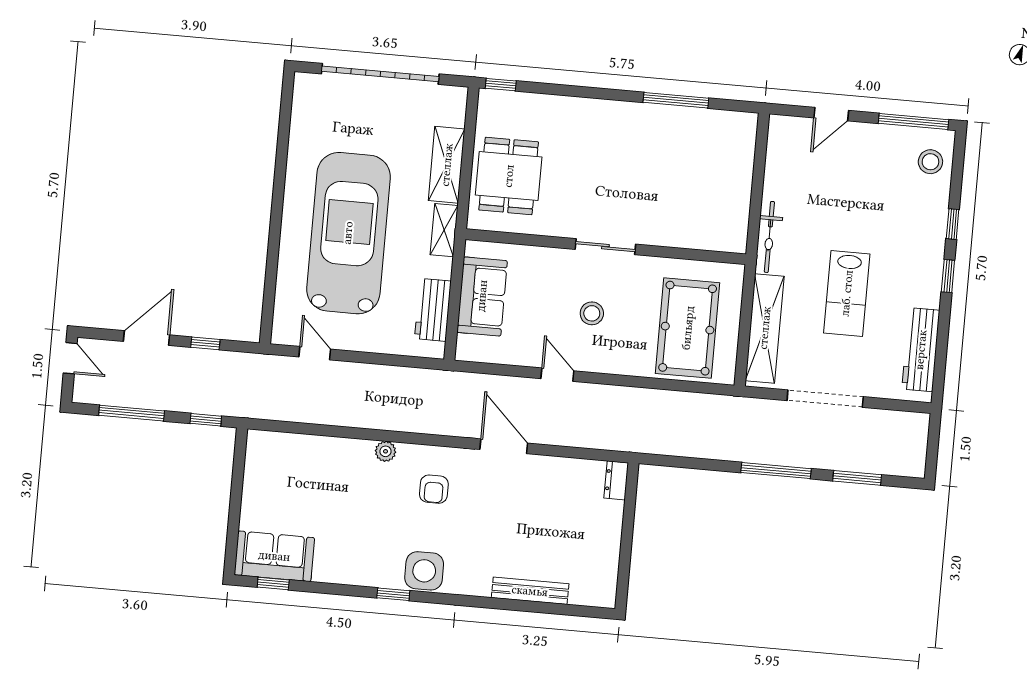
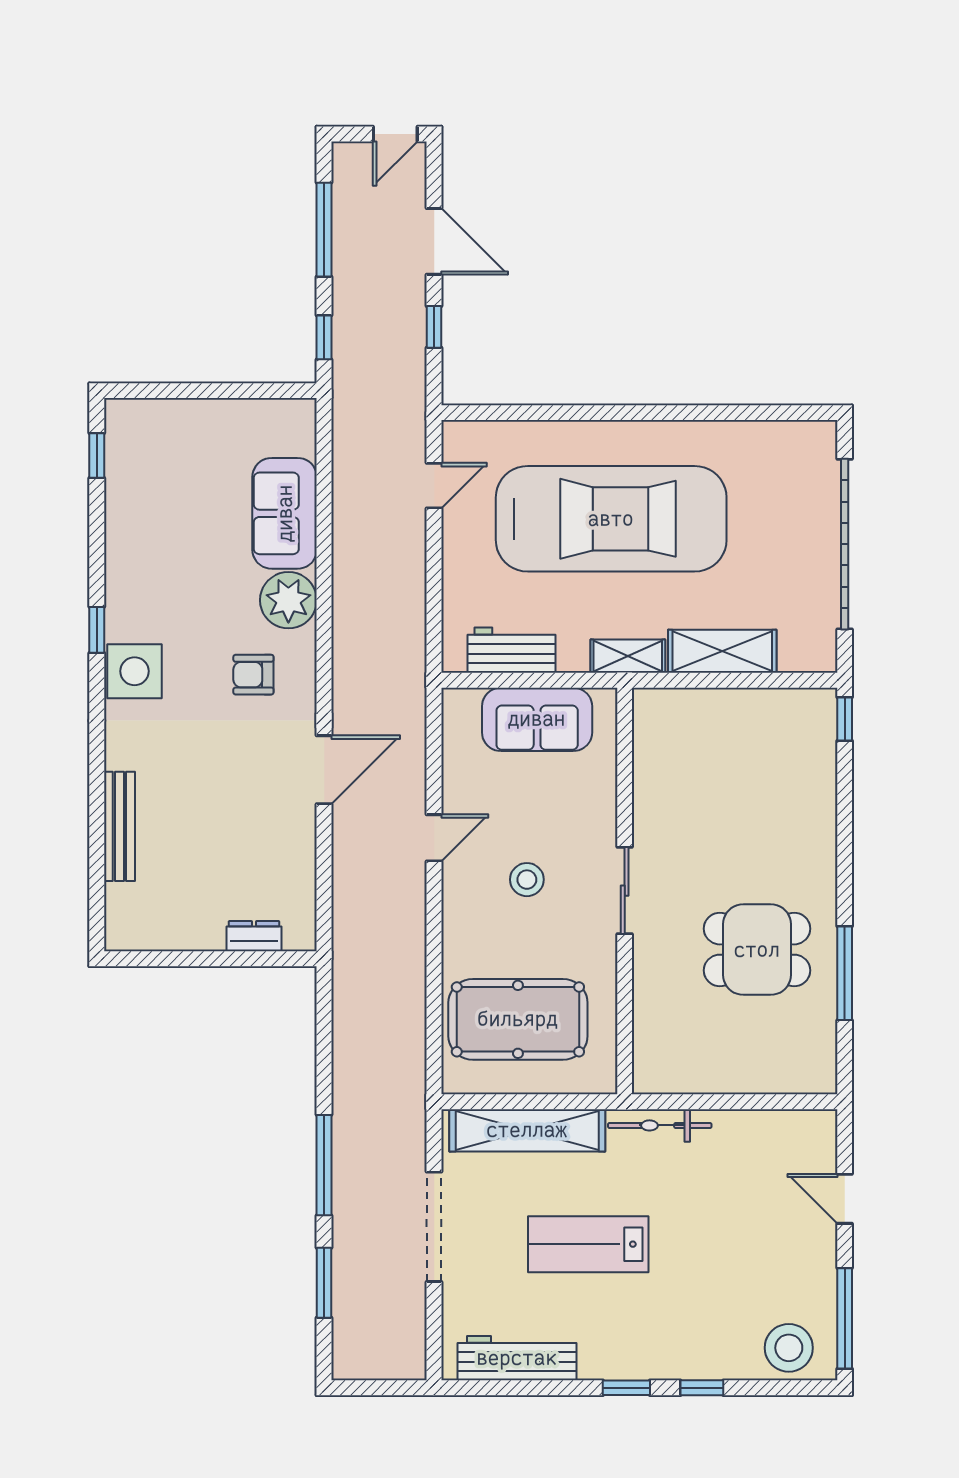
stool: (930, 162) -> (789, 1348), width x1.38, depth x1.38
dining table: (509, 176) -> (757, 950), moved
plant: (386, 451) -> (288, 600), width x1.88, depth x1.88
dresser: (616, 480) -> (254, 936), moved
sofa: (274, 556) -> (285, 513), moved, turned 180

